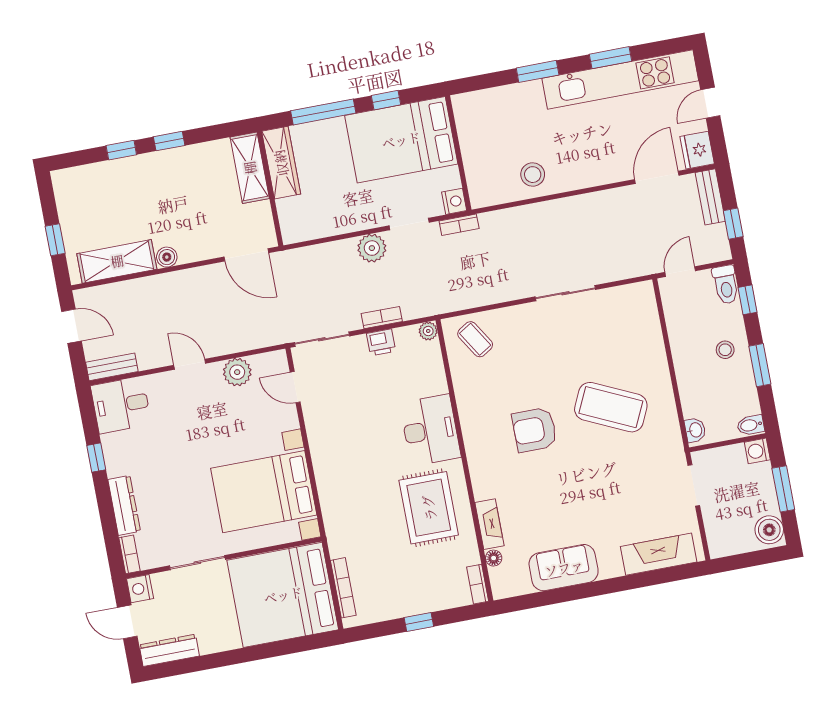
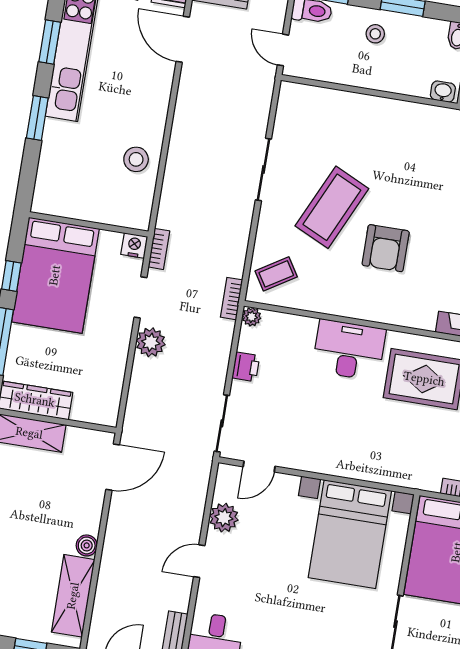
bookcase: (382, 318) -> (232, 299), moved
coffee table: (611, 407) -> (332, 207), moved

